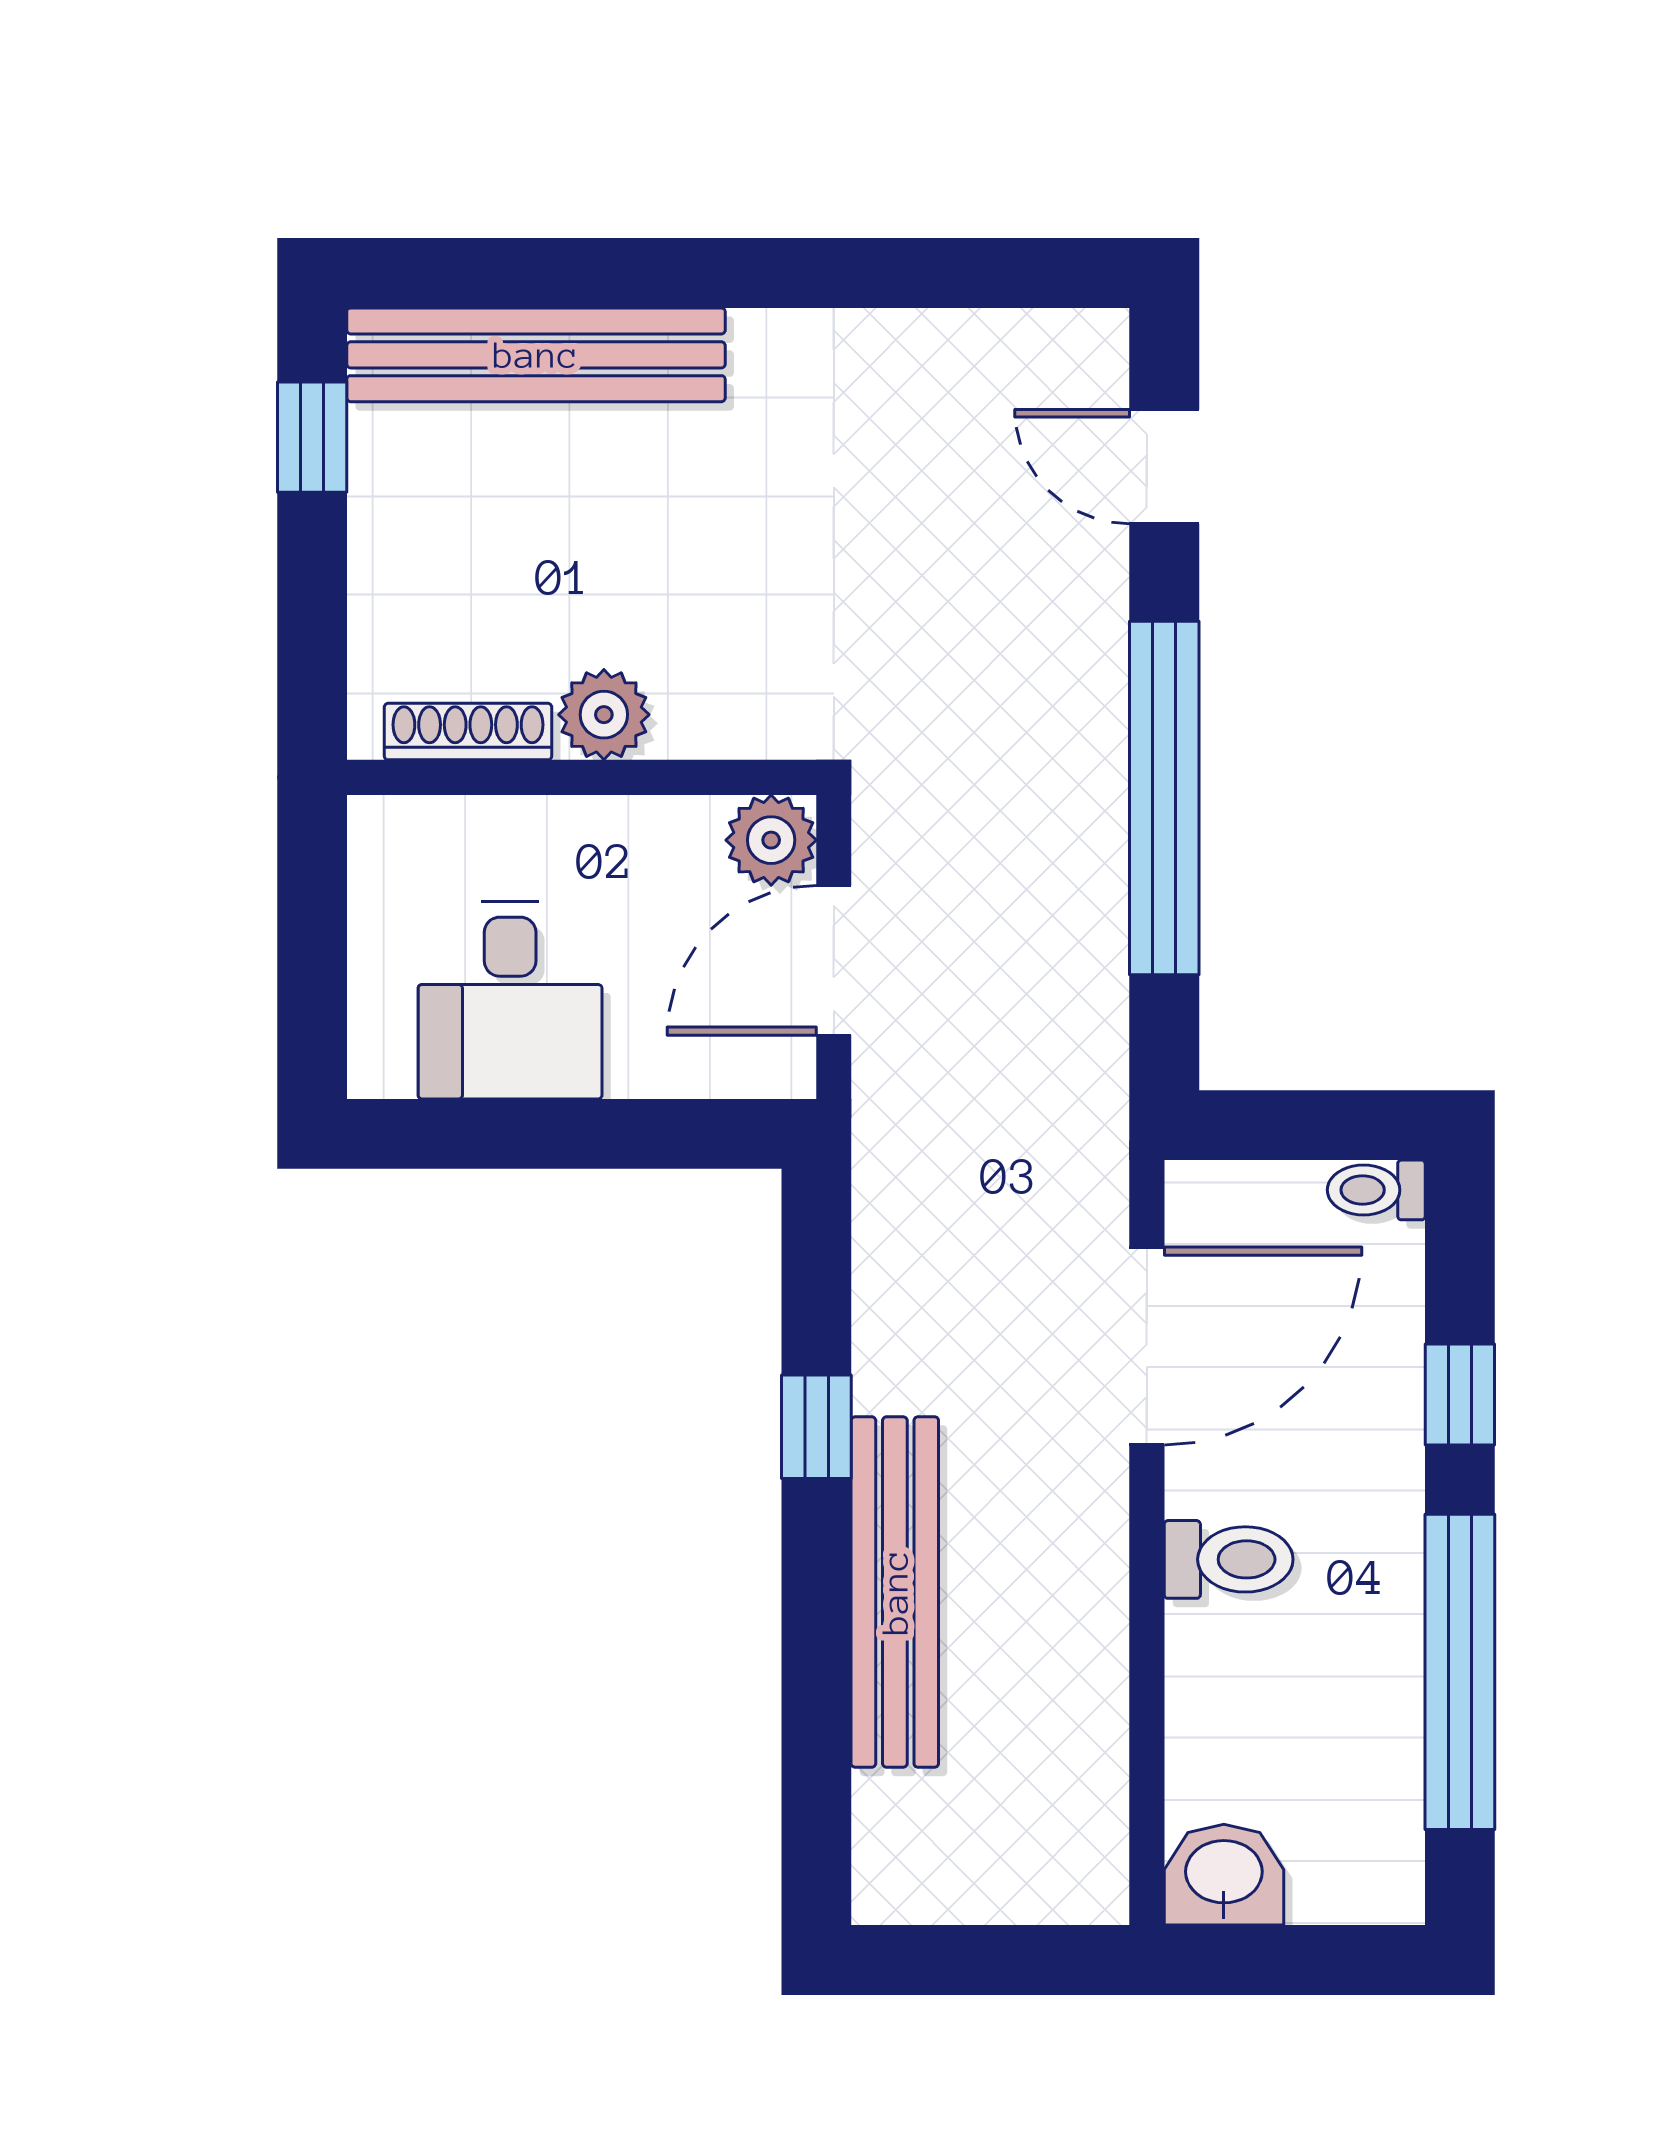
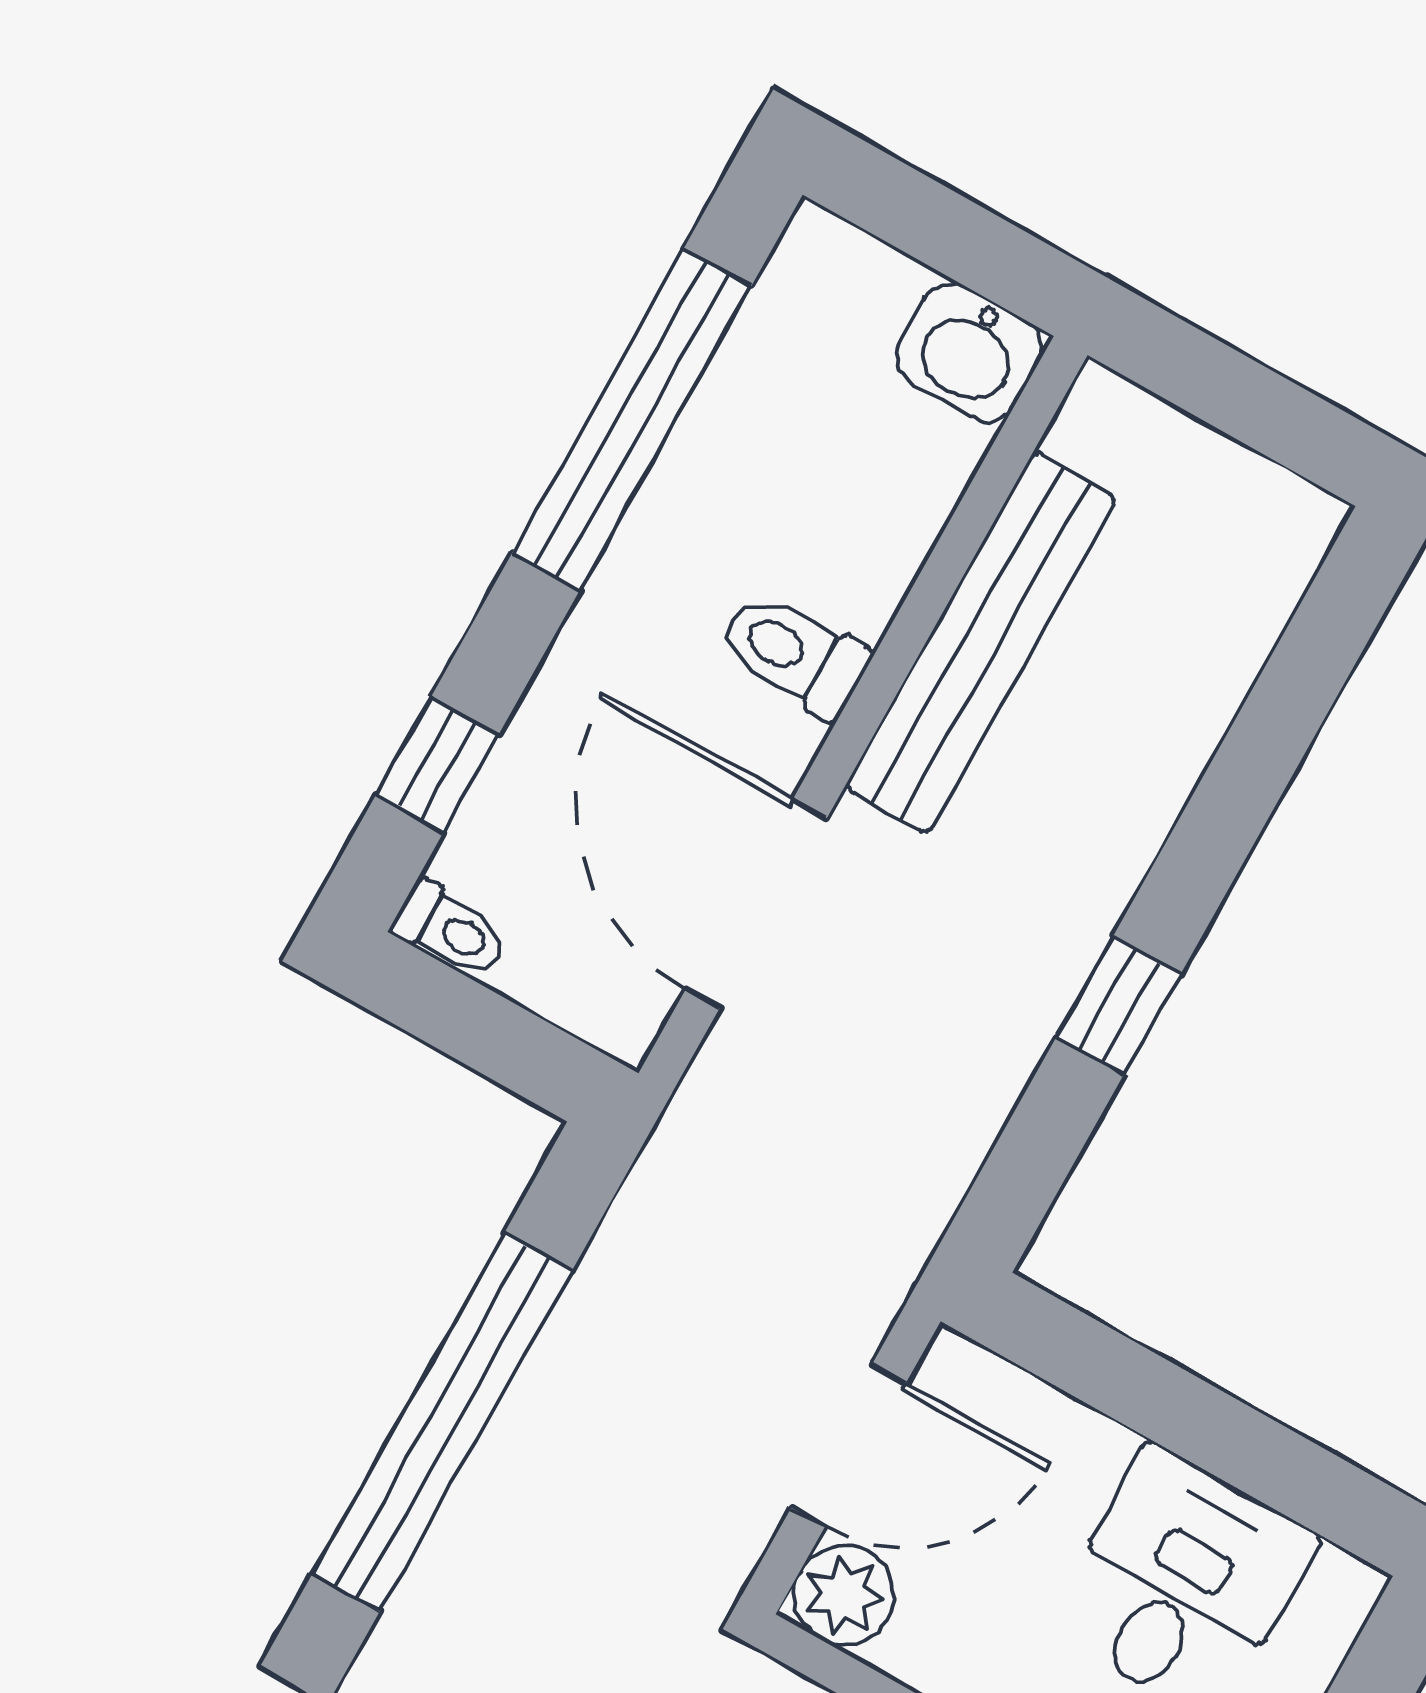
door: (1147, 1346) -> (756, 904), hinge flipped
window: (1460, 1394) -> (437, 765), moved
bench: (895, 1592) -> (981, 642), moved

